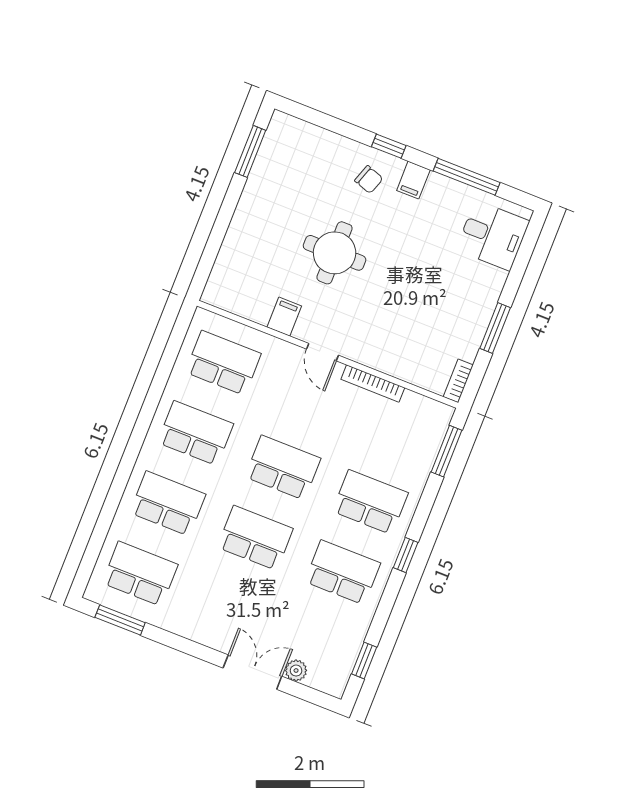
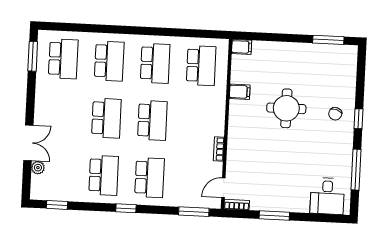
filing cabinet: (413, 180) -> (242, 47), moved, turned 180
door: (323, 352) -> (223, 188), moved
bookcase: (373, 383) -> (219, 149), width x0.64

